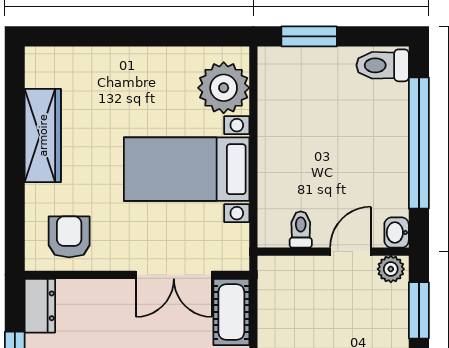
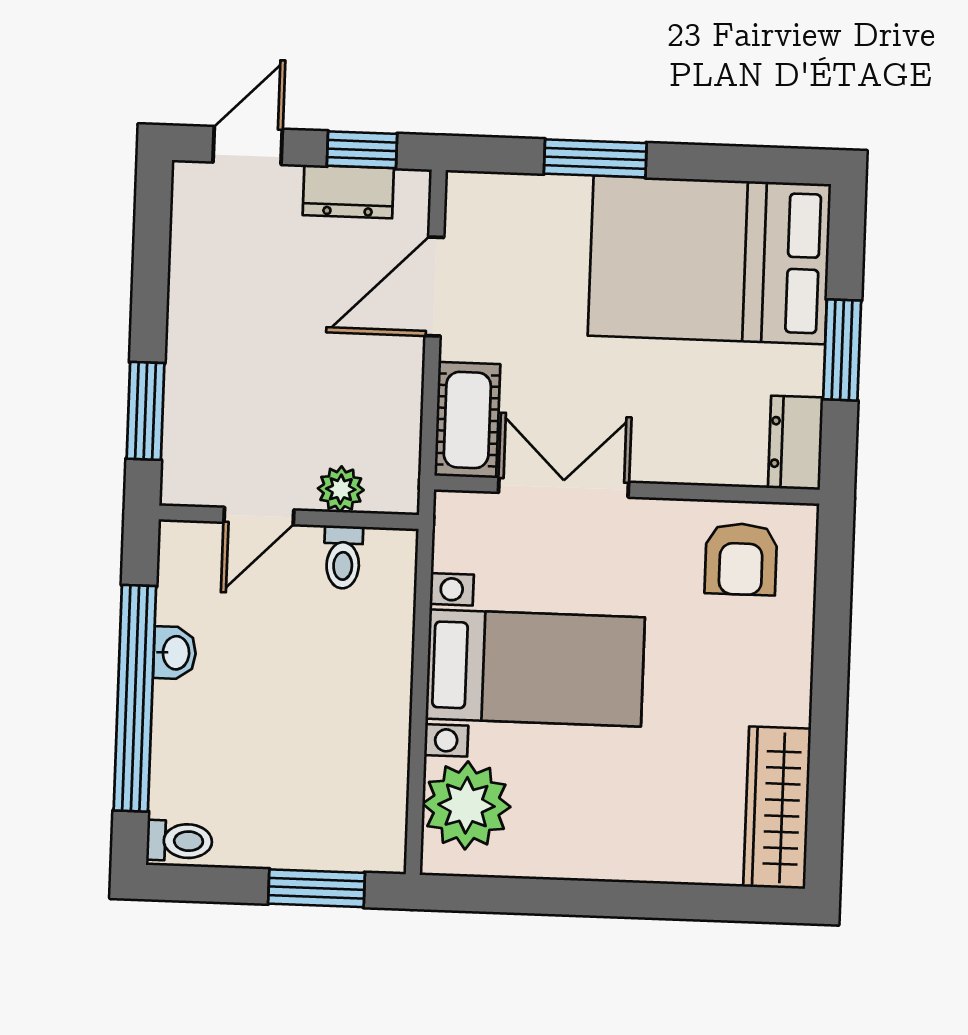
toilet: (383, 65) -> (179, 841), width x0.73, depth x0.72
wardrobe: (43, 135) -> (777, 808), moved
washbasin: (397, 233) -> (175, 653), moved
plant: (391, 269) -> (341, 489), moved

